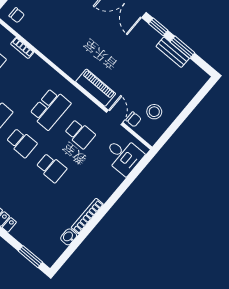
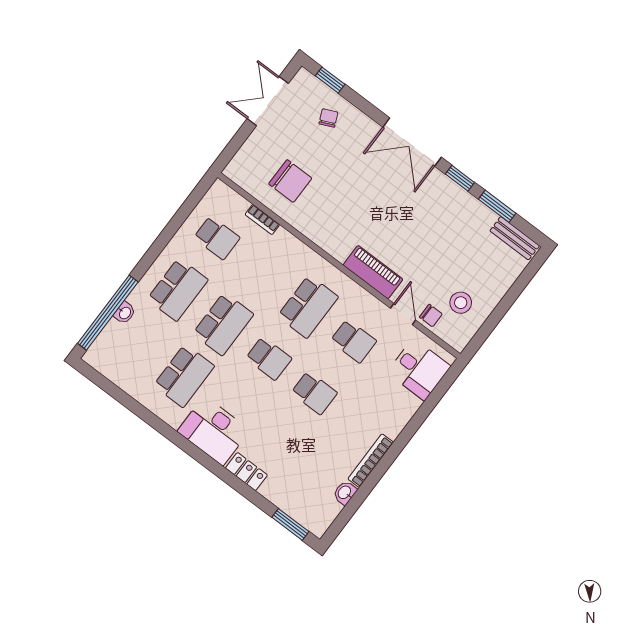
chair: (17, 15) -> (290, 181), moved, width x1.87, depth x1.87
bench: (173, 52) -> (515, 238), moved

